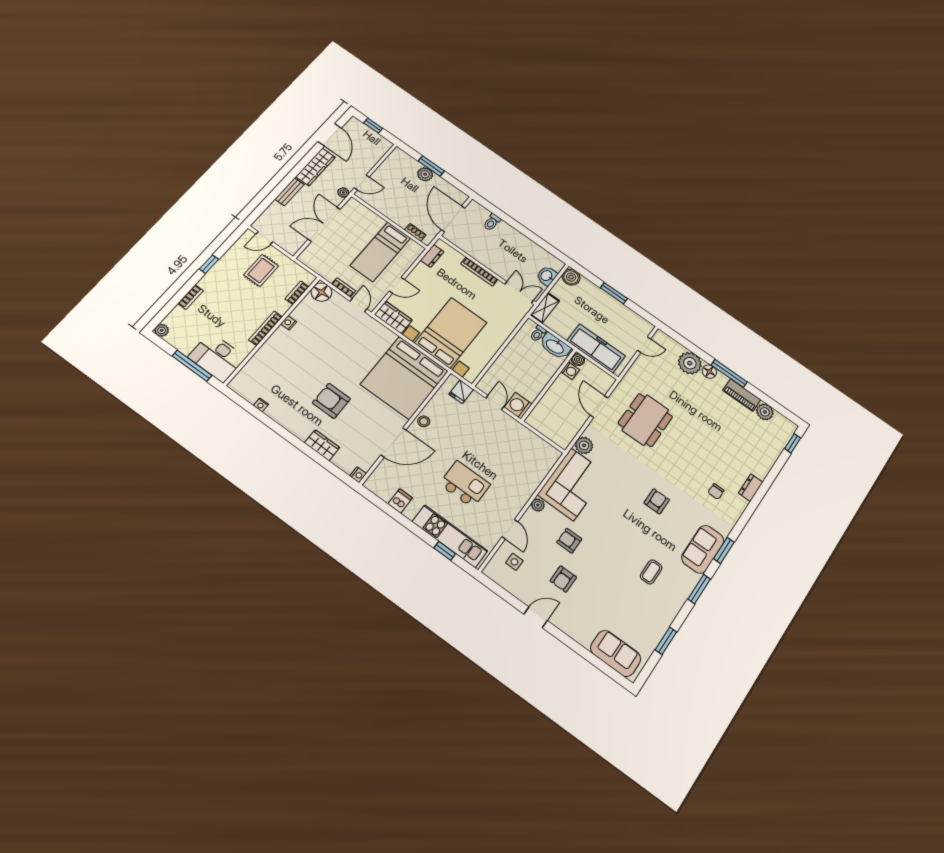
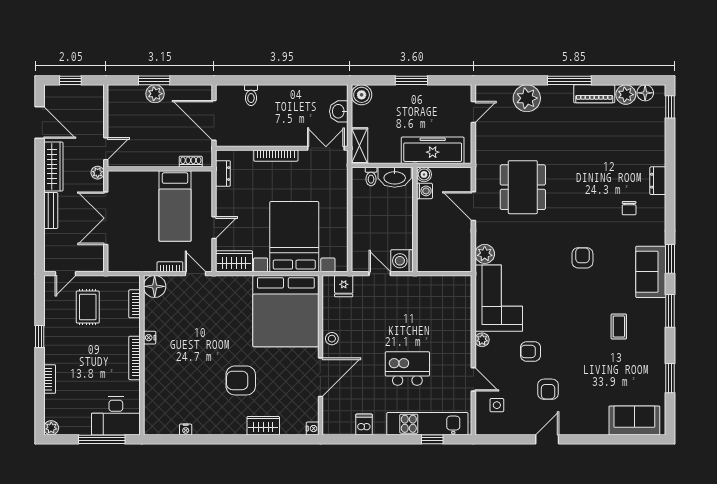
floor lamp: (709, 372) -> (645, 93), moved

